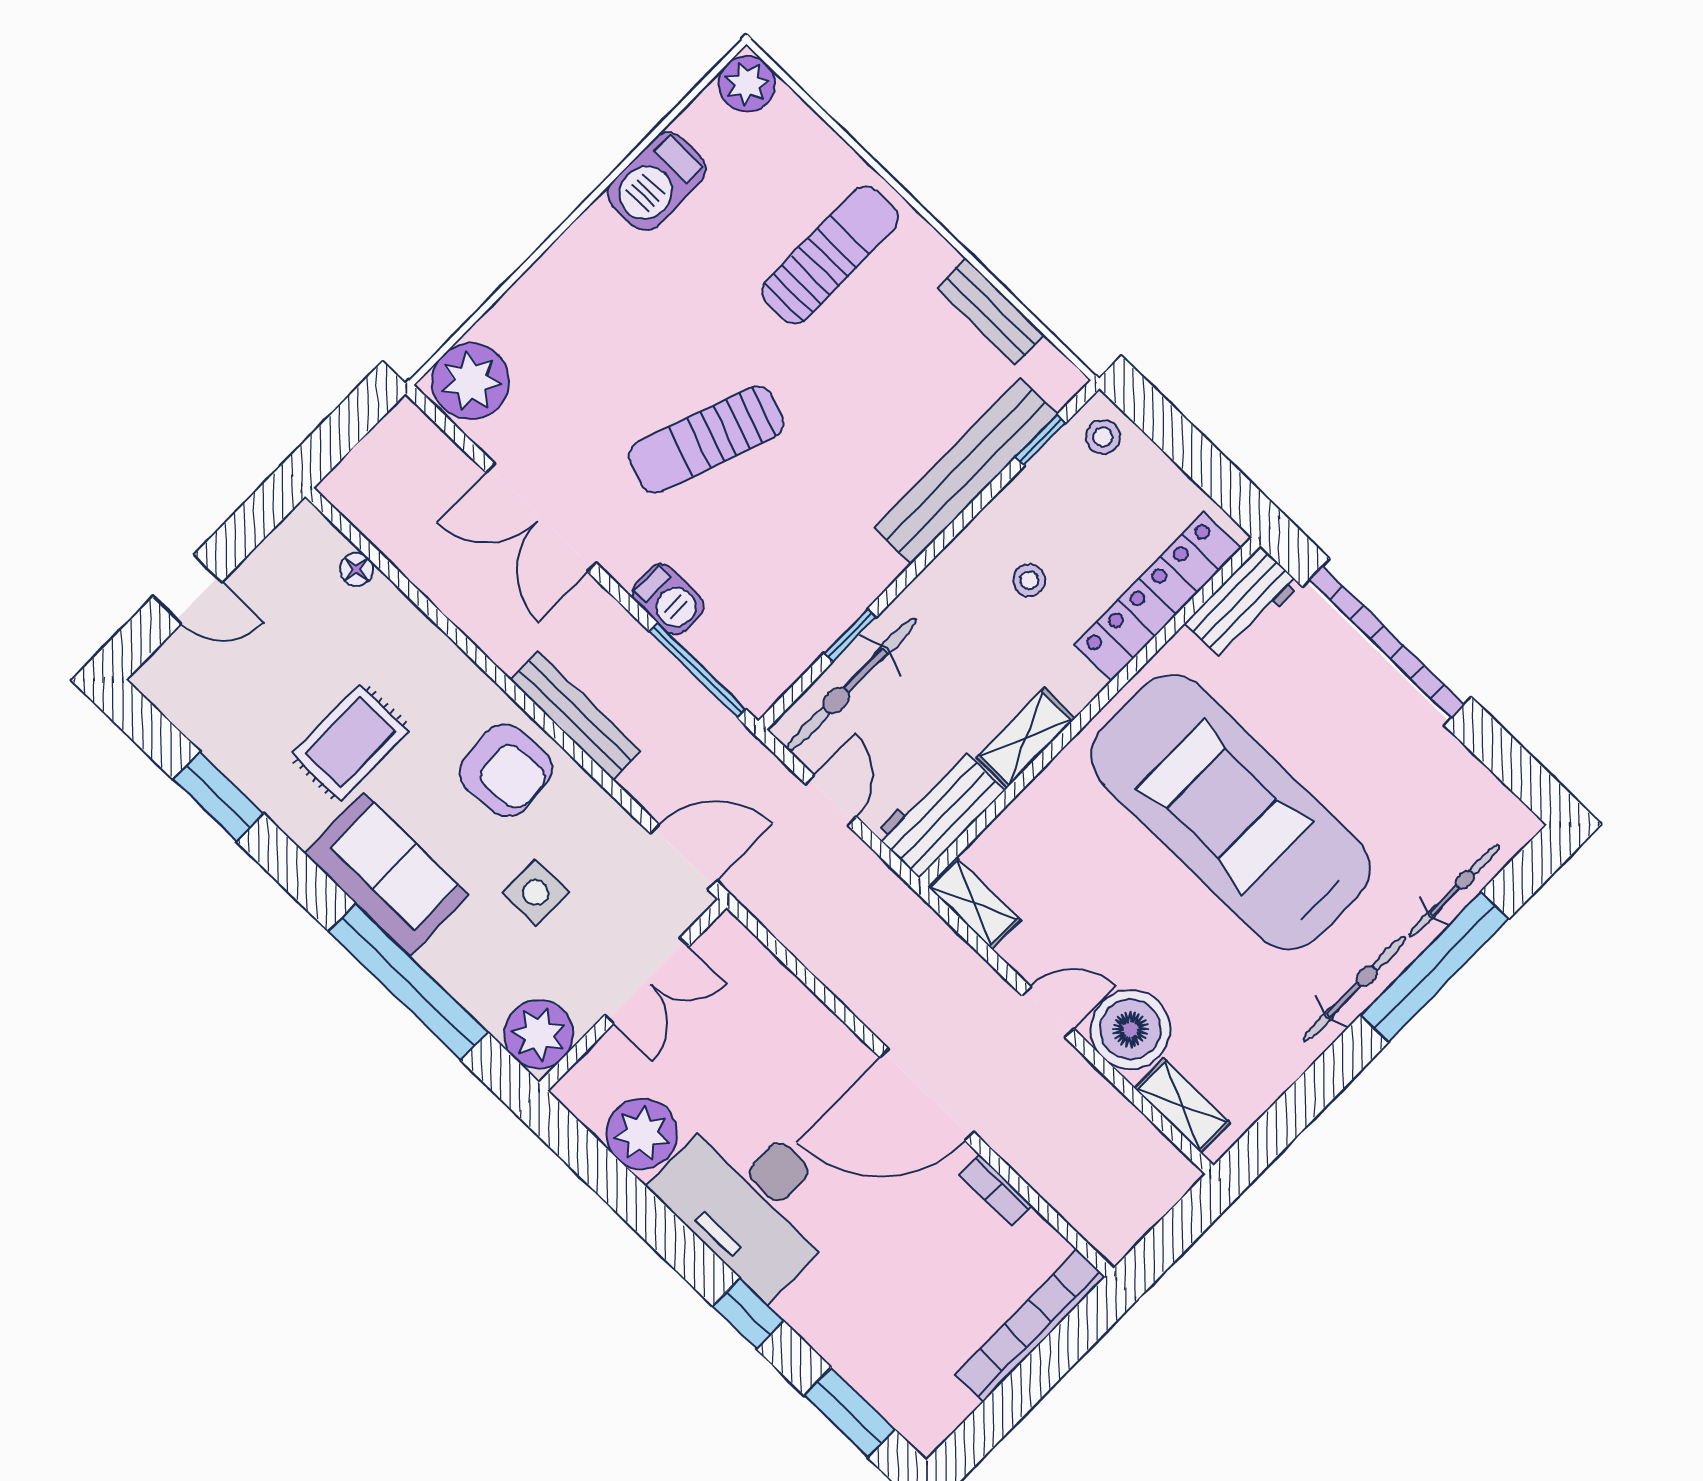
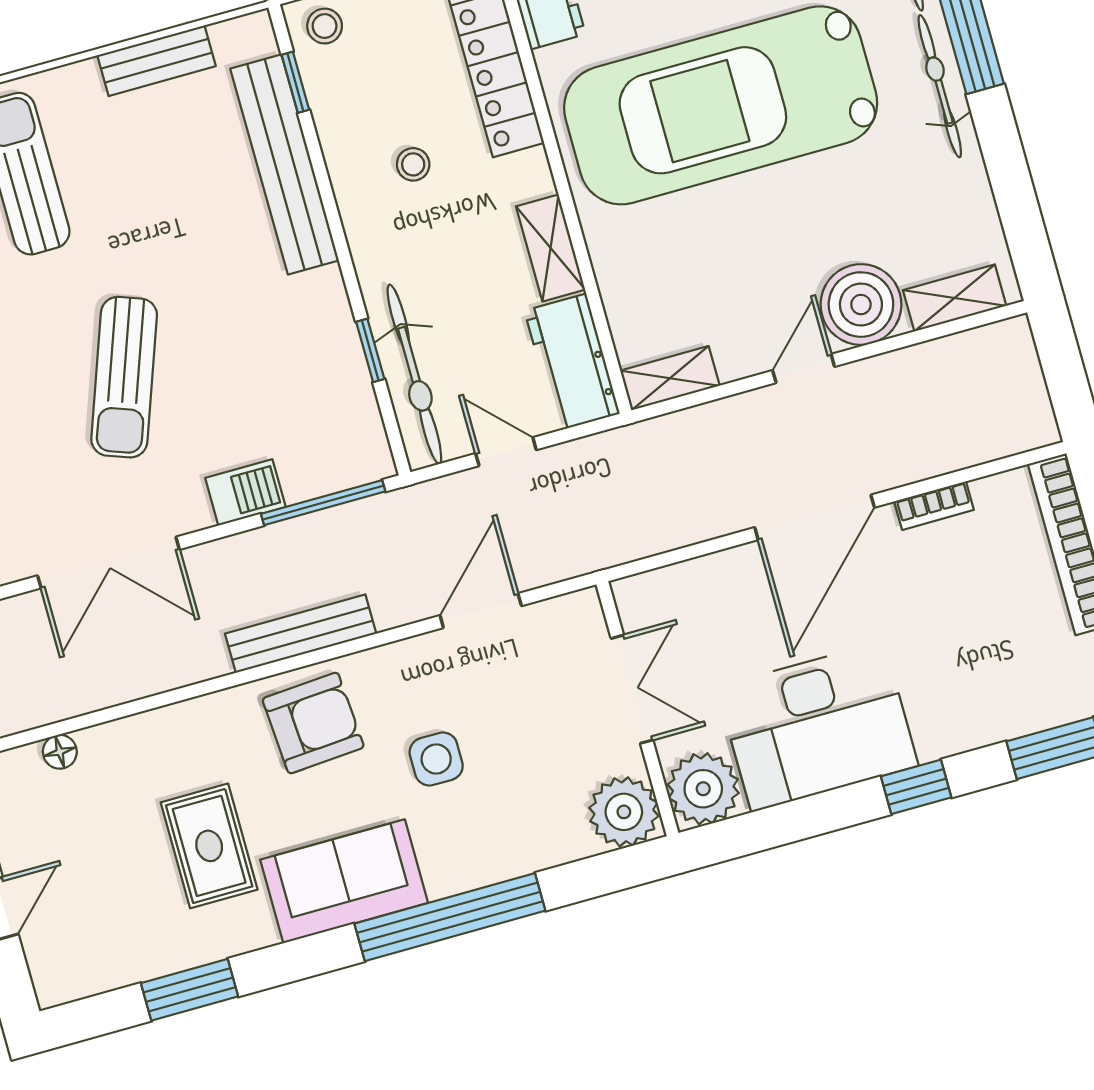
double door: (647, 981) -> (632, 689), moved
wall: (633, 995) -> (637, 709), moved
plant: (539, 1034) -> (624, 812), moved

